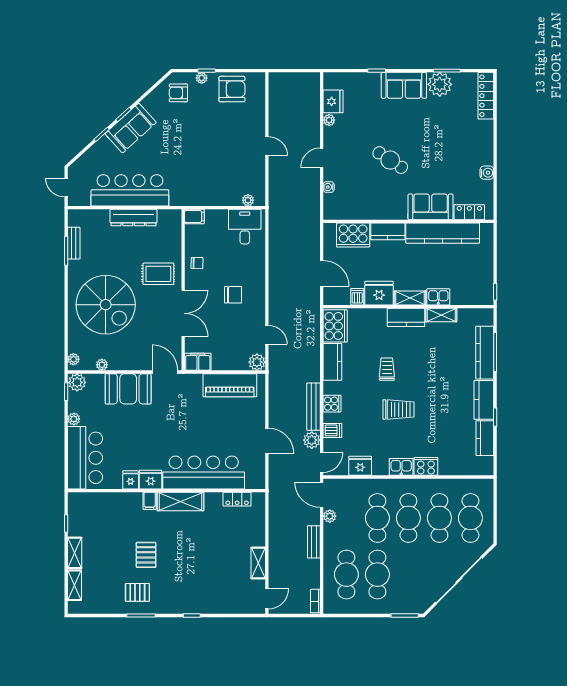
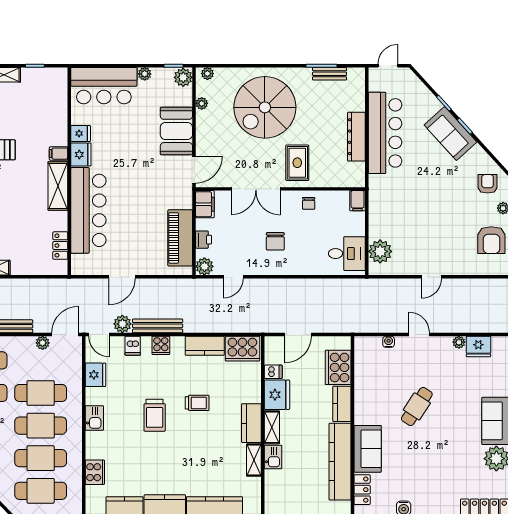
plant: (248, 200) -> (380, 251), width x1.87, depth x1.87
printer: (231, 363) -> (204, 240), added
cooker: (426, 466) -> (95, 472), moved

